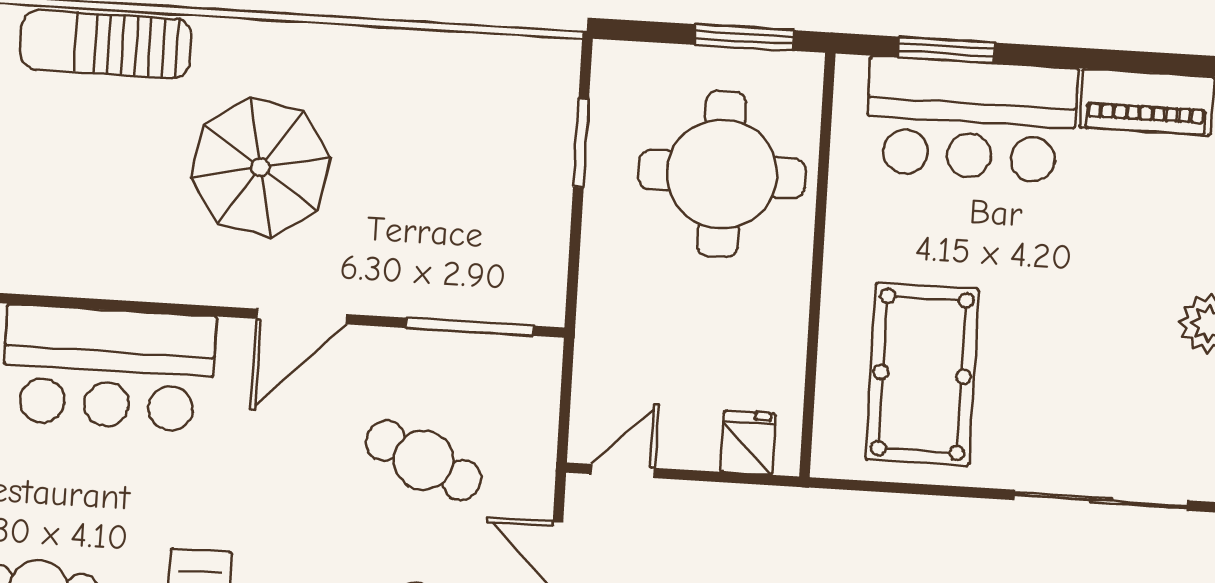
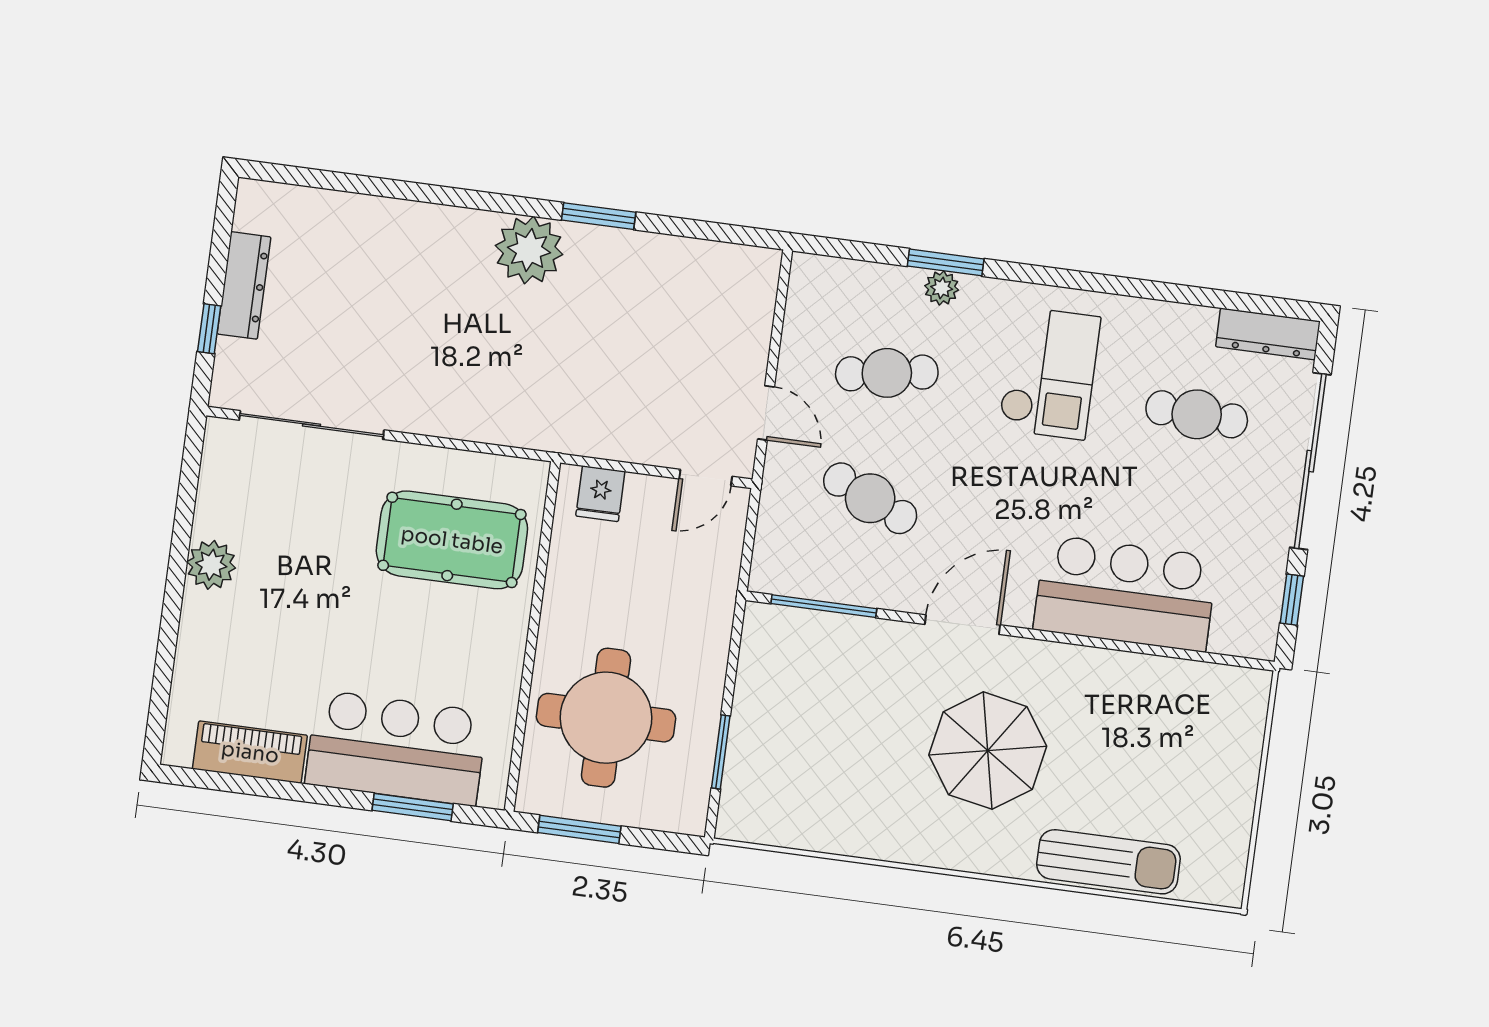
pool table: (922, 374) -> (452, 540), turned 90

